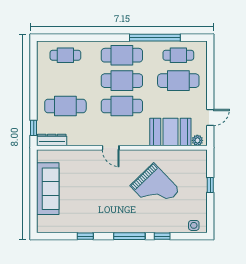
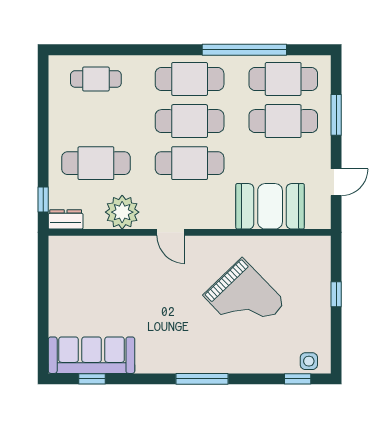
cafe table: (178, 55) -> (283, 79), width x1.37, depth x1.35
window: (210, 77) -> (336, 115), added
dresser: (52, 140) -> (66, 219), width x0.70
plant: (197, 140) -> (122, 212), moved, width x1.87, depth x1.87
sofa: (48, 189) -> (92, 355), moved, turned -90
window: (85, 236) -> (92, 379), moved
window: (162, 236) -> (298, 379), moved

